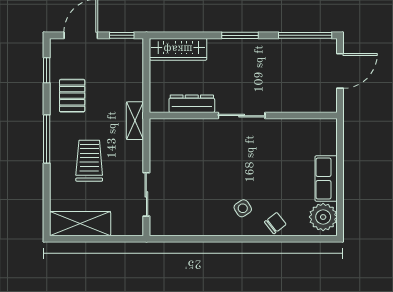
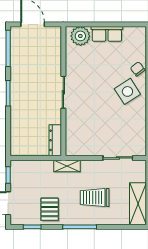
wardrobe: (178, 49) -> (18, 136), removed
pallet: (72, 96) -> (50, 209), turned 90
dresser: (192, 104) -> (55, 140), moved
side table: (243, 208) -> (127, 91), width x1.87, depth x1.87
plant: (323, 217) -> (80, 36), moved

